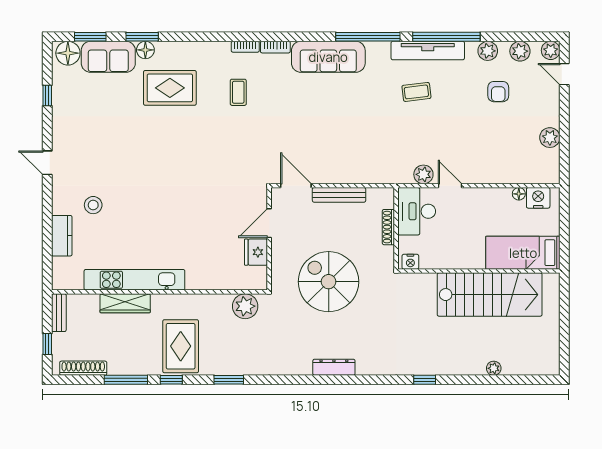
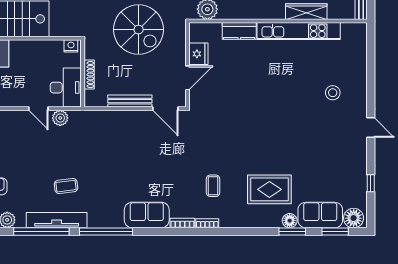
sofa: (328, 57) -> (147, 215), width x0.73
kitchen counter: (62, 236) -> (239, 31), moved, turned -90

